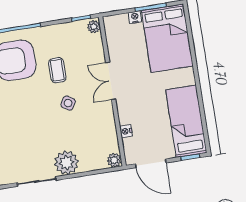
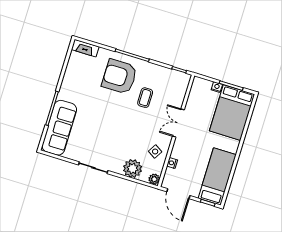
plant: (94, 27) -> (185, 80), removed
side table: (68, 103) -> (155, 151), moved
plant: (67, 163) -> (133, 169), moved

